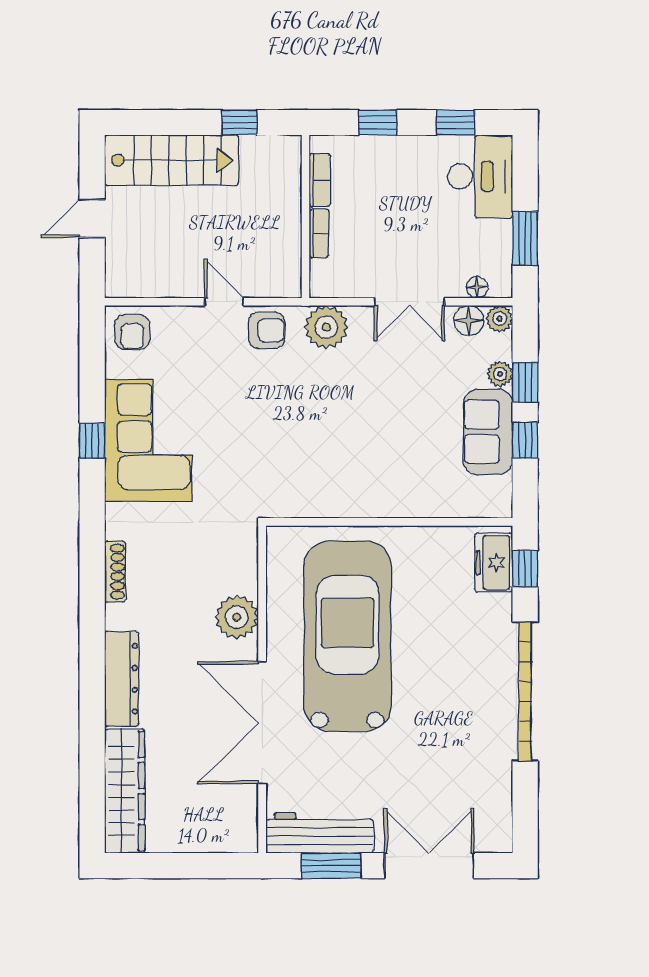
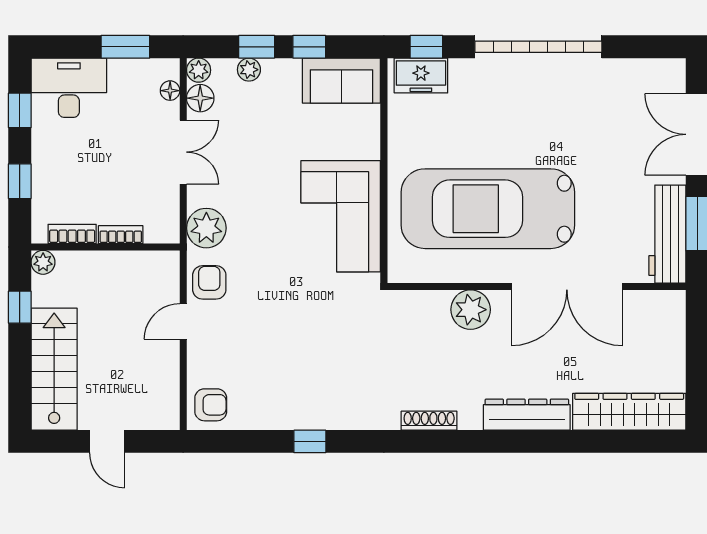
plant: (289, 148) -> (43, 262), added
sofa: (488, 432) -> (341, 81), moved
corner sofa: (148, 441) -> (341, 216), moved, turned -90

